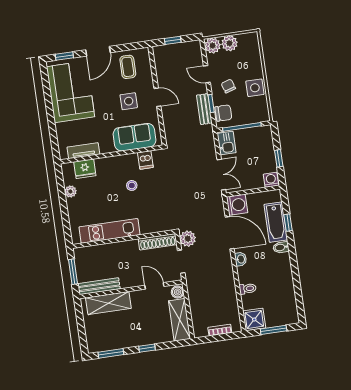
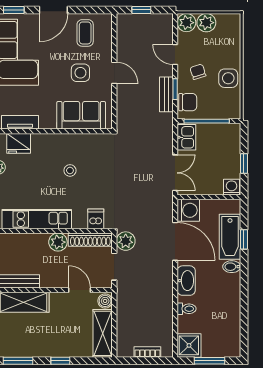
dishwasher: (145, 160) -> (96, 219), moved, turned 180
plant: (130, 248) -> (58, 242), added
washbasin: (241, 259) -> (186, 281), width x1.91, depth x1.45

